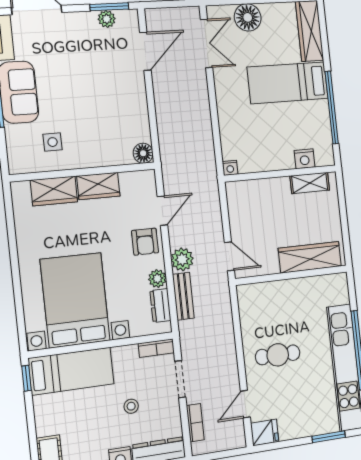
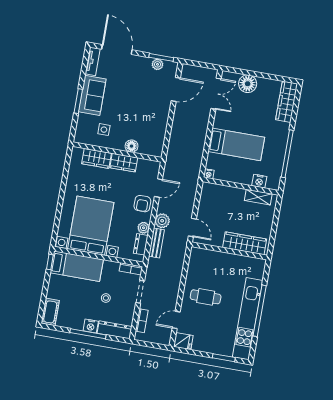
bed: (288, 83) -> (236, 144), moved, turned 180
floor lamp: (143, 153) -> (132, 146), moved

